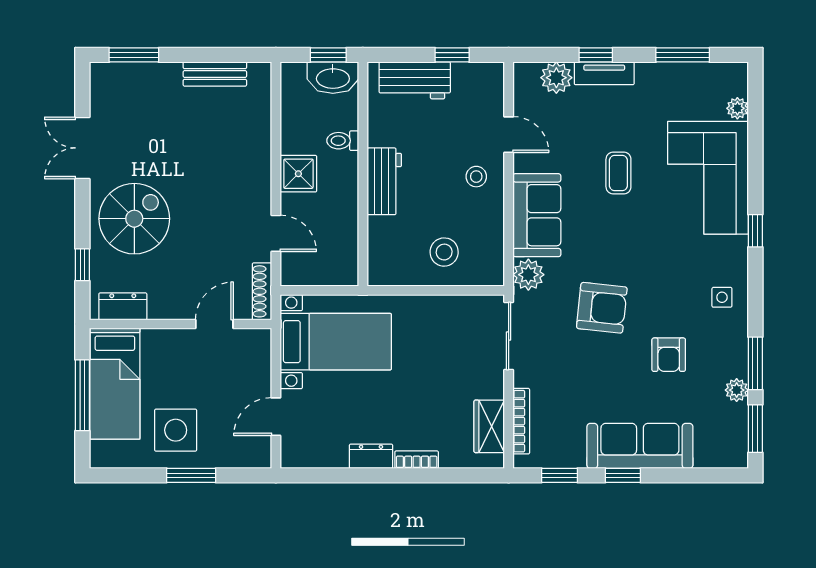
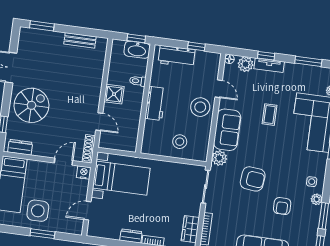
floor lamp: (522, 71) -> (229, 59), added
stool: (476, 177) -> (200, 107), width x1.89, depth x1.89
nightstand: (258, 341) -> (84, 173), added
plant: (737, 390) -> (317, 199), moved

